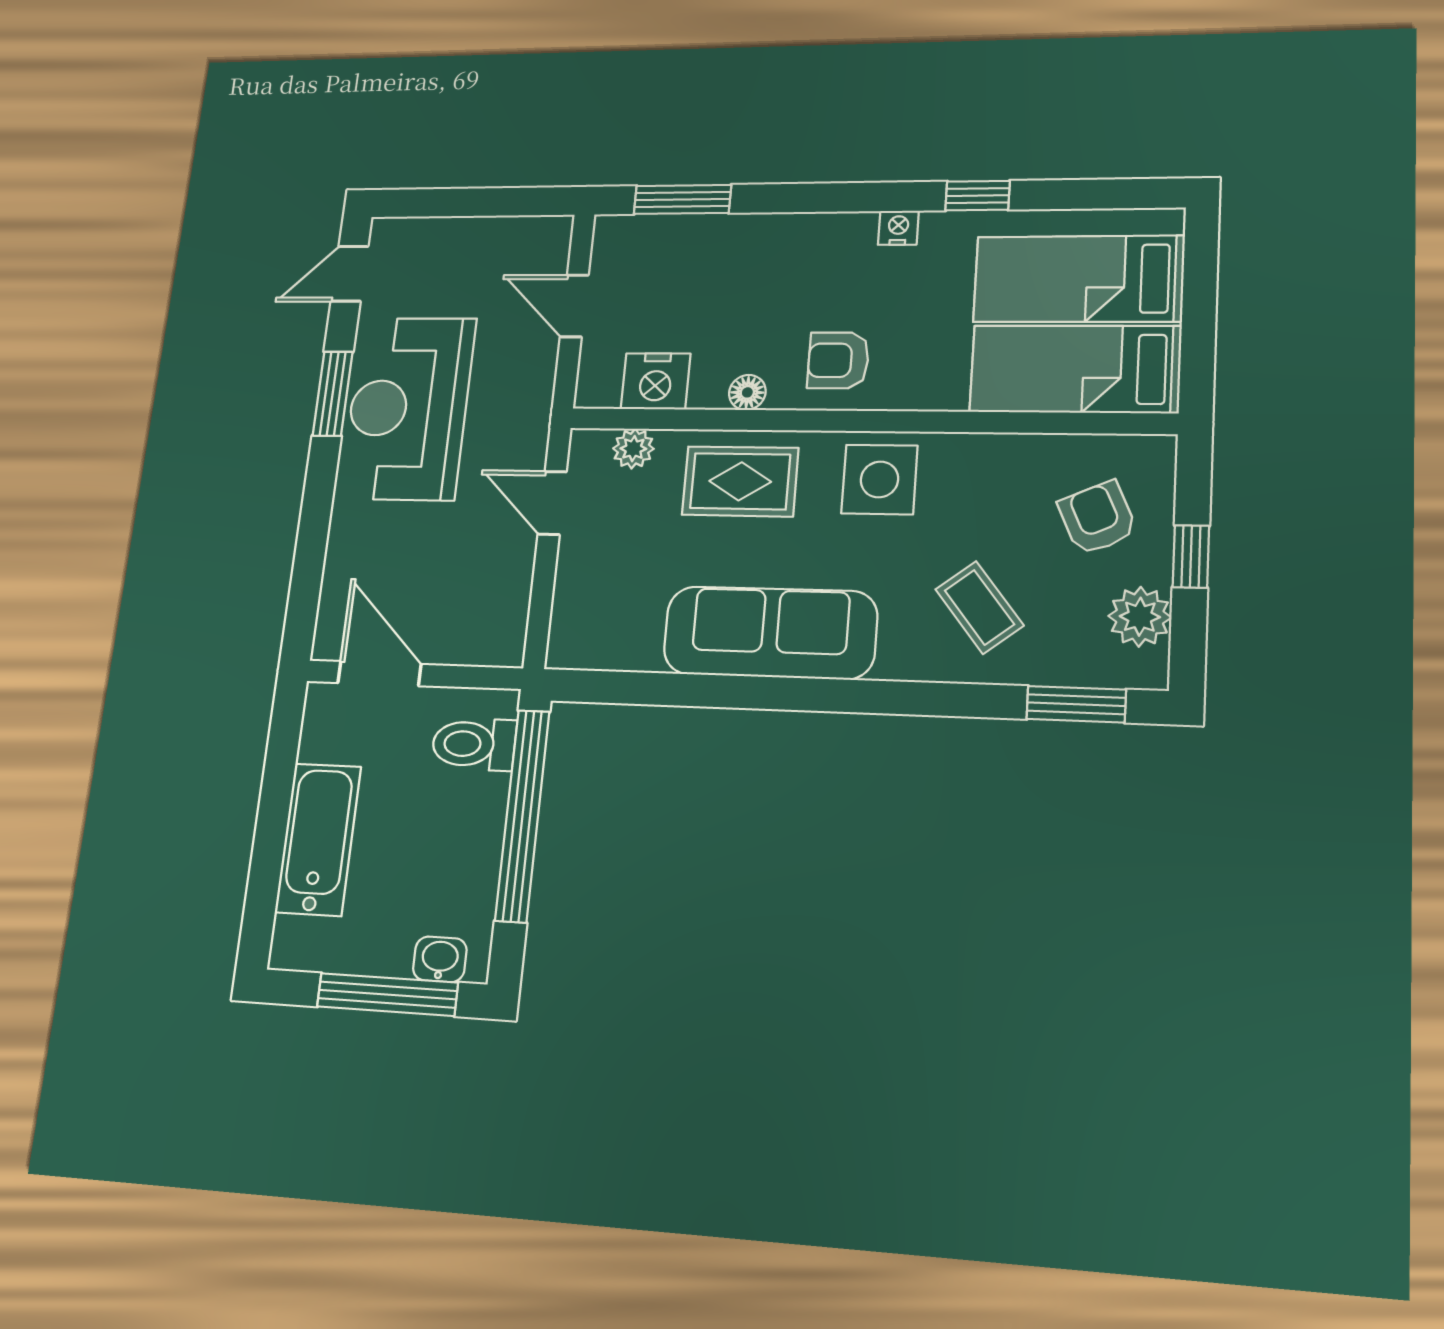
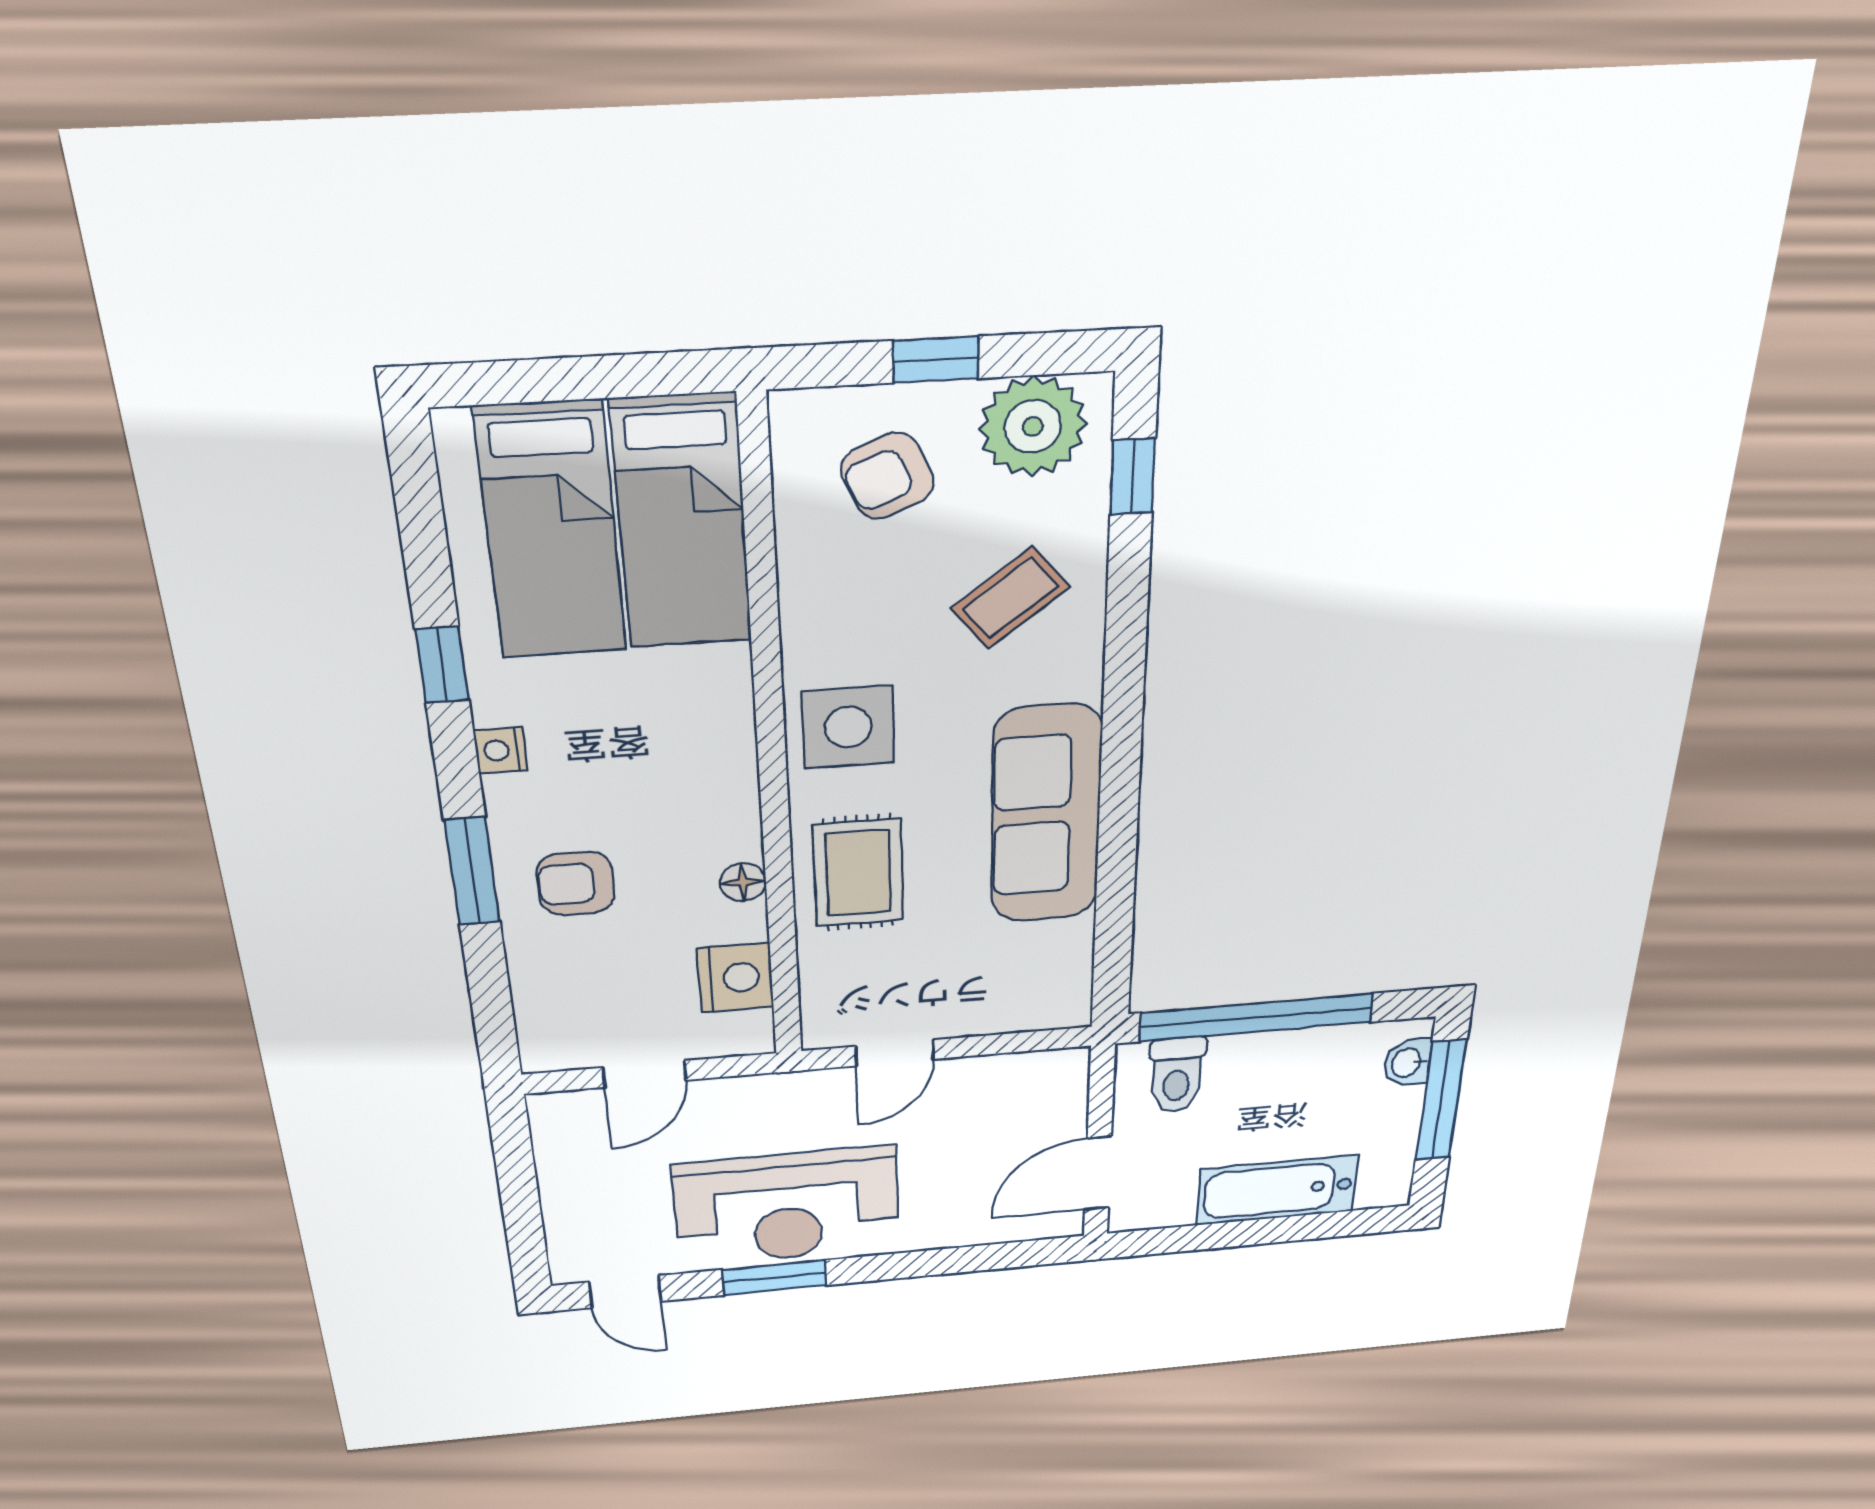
window: (682, 199) -> (472, 871), moved
armchair: (838, 360) -> (576, 883), moved, turned 90
plant: (633, 449) -> (823, 986), removed
plant: (1140, 617) -> (1033, 427), width x1.36, depth x1.36
window: (1076, 704) -> (1133, 477), width x0.67

